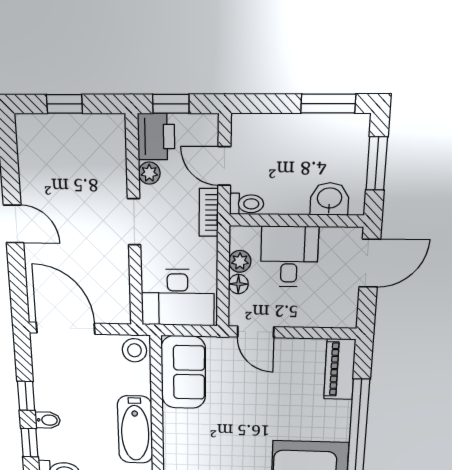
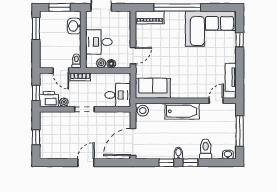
door: (224, 166) -> (61, 70), hinge flipped
desk: (178, 298) -> (118, 95), width x0.73

